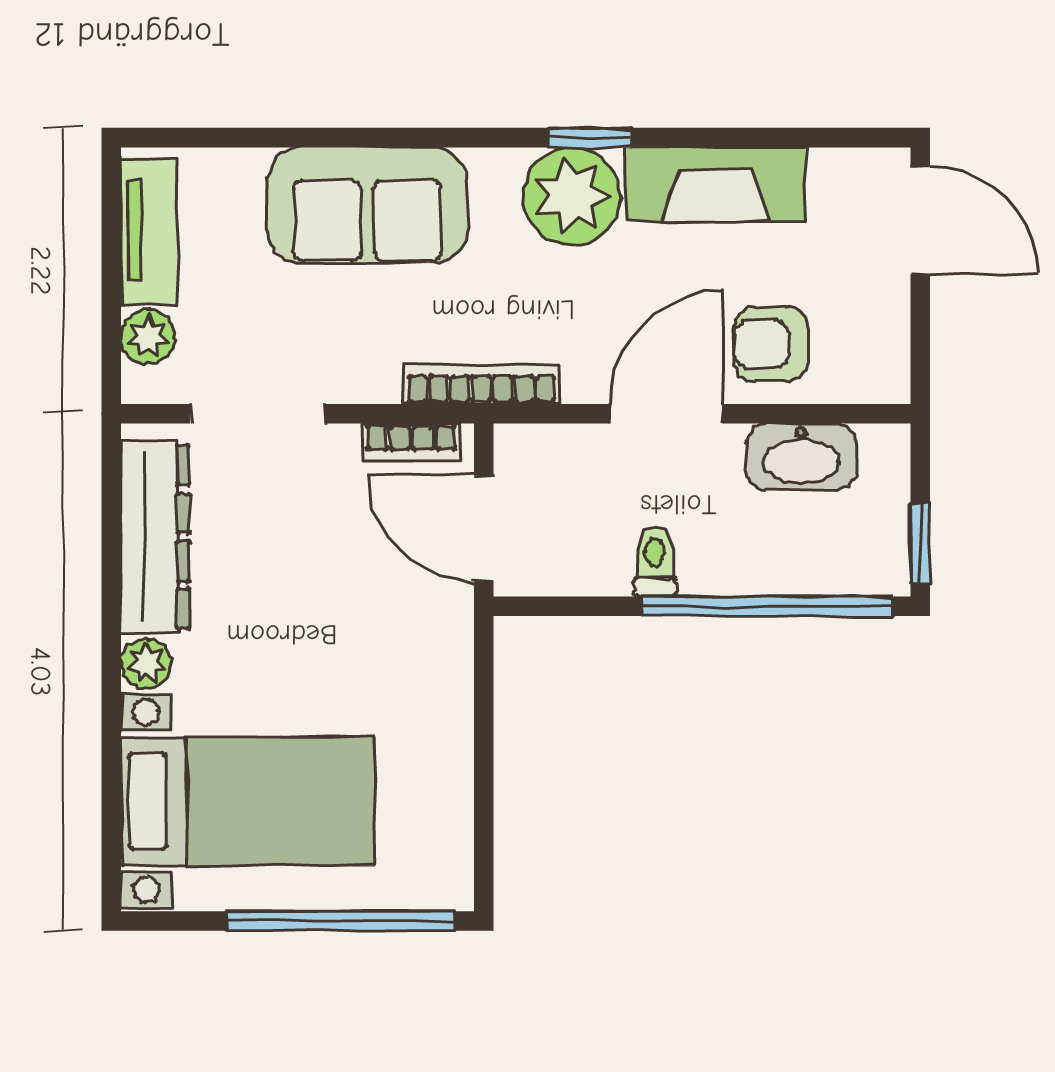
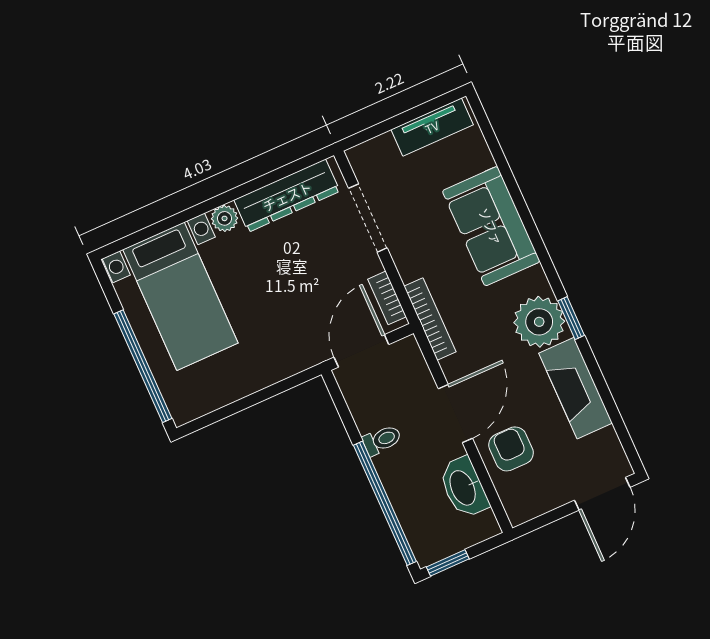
plant: (148, 337) -> (381, 149), removed
door: (666, 414) -> (455, 414), hinge flipped

